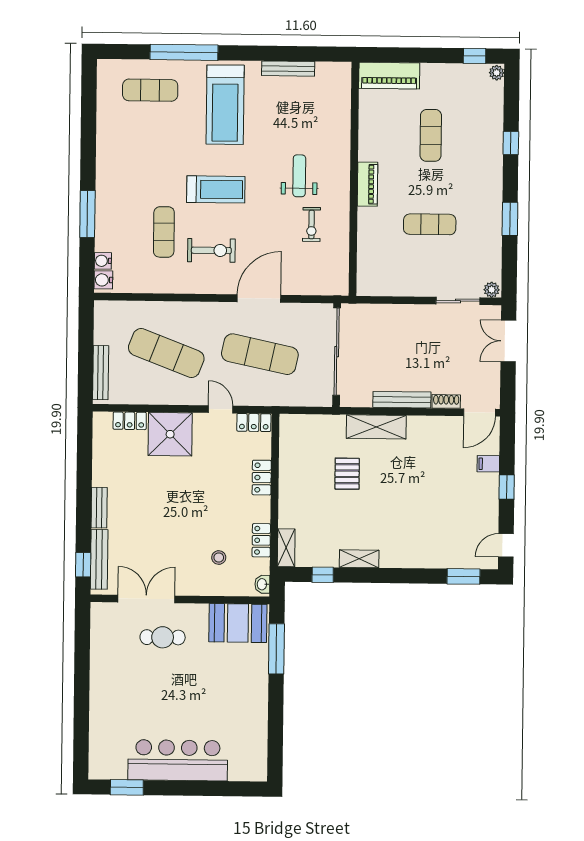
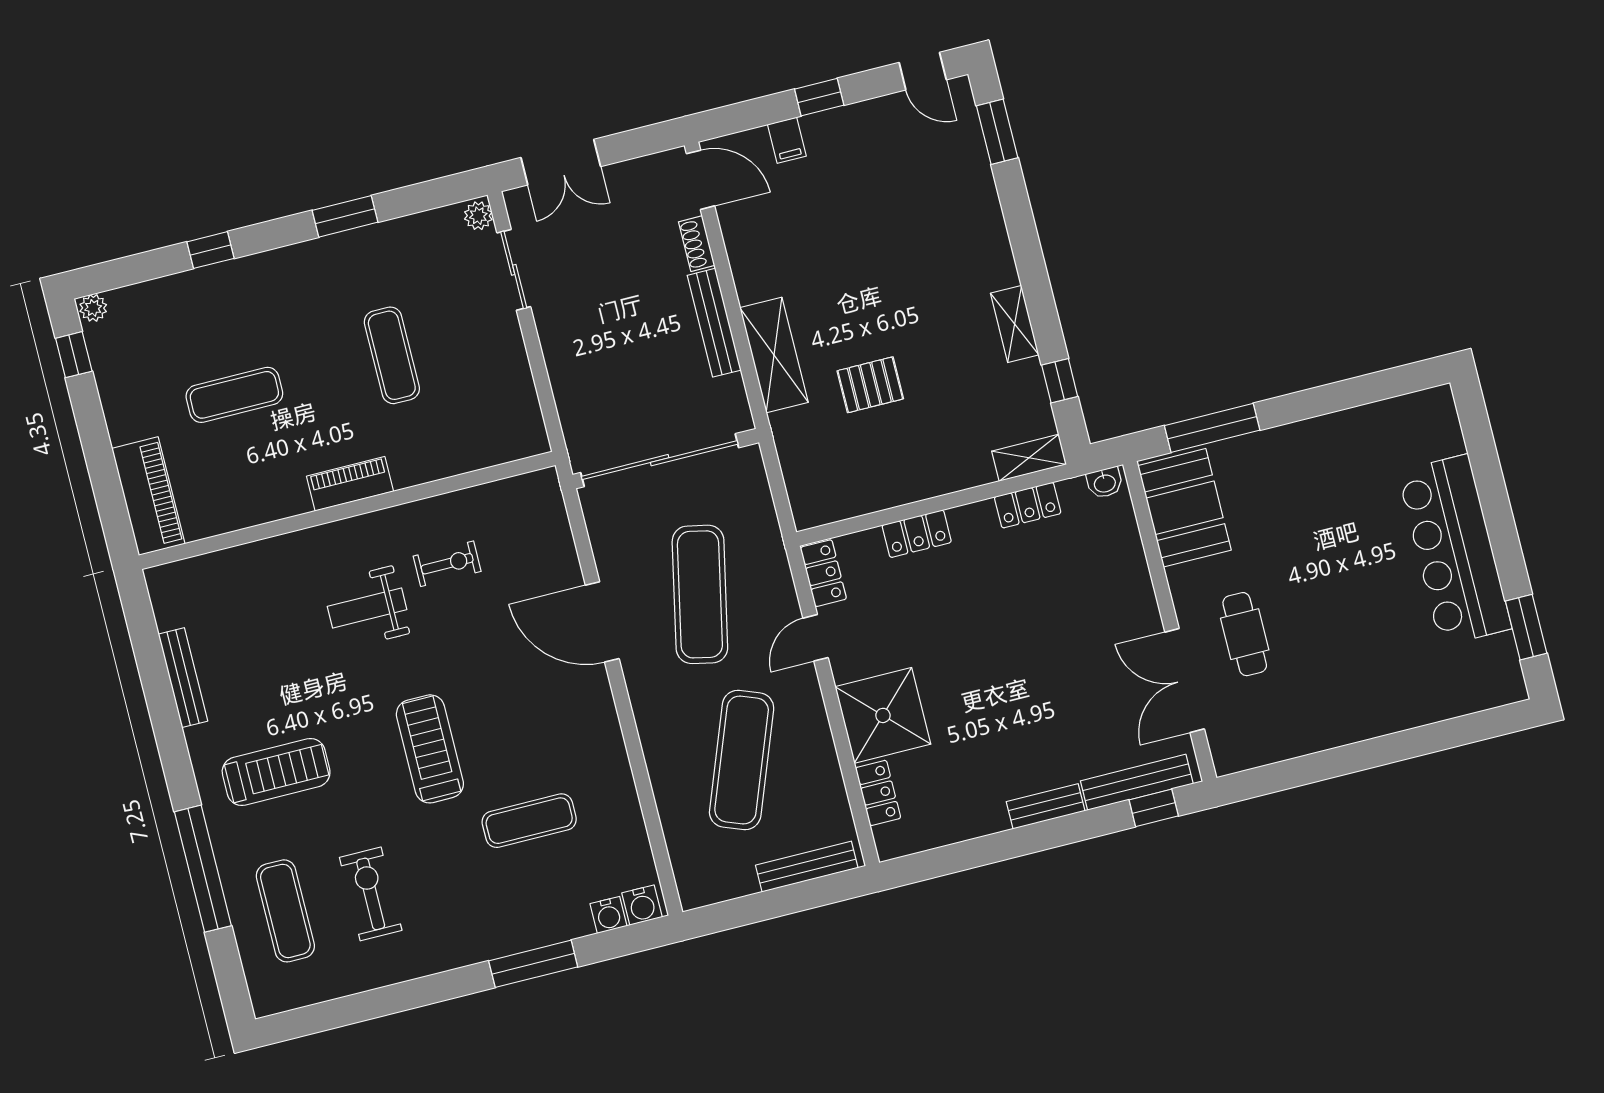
treadmill: (225, 105) -> (276, 772), width x0.73, depth x0.73
exercise bike: (211, 250) -> (371, 894), moved
stool: (219, 558) -> (1078, 572), removed

